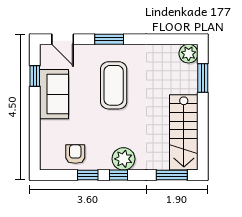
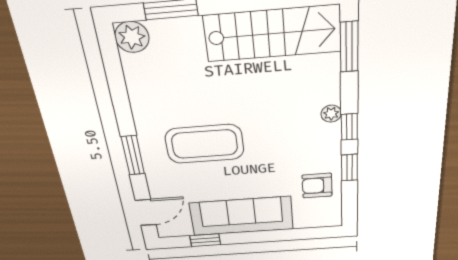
sofa: (54, 94) -> (242, 216), width x1.36
plant: (123, 159) -> (331, 114), width x0.53, depth x0.53

